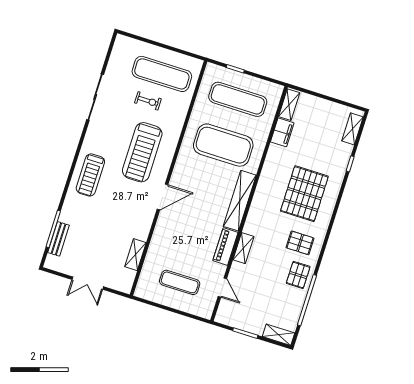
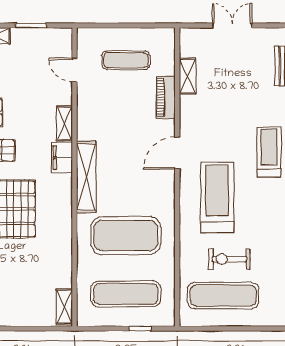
exercise bike: (148, 101) -> (229, 259), width x1.38, depth x1.39
filing cabinet: (282, 132) -> (62, 158), moved
piano: (225, 247) -> (166, 97), moved, turned 180

